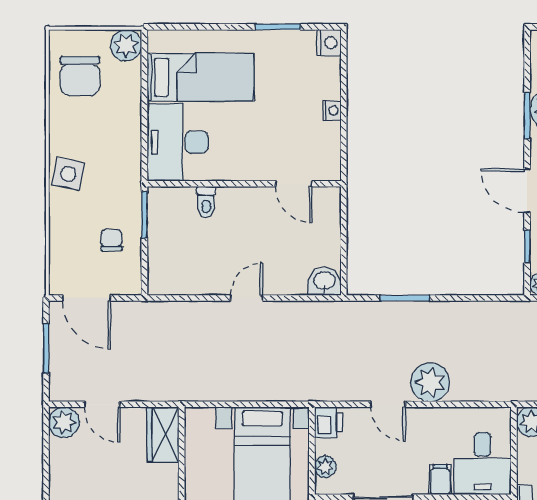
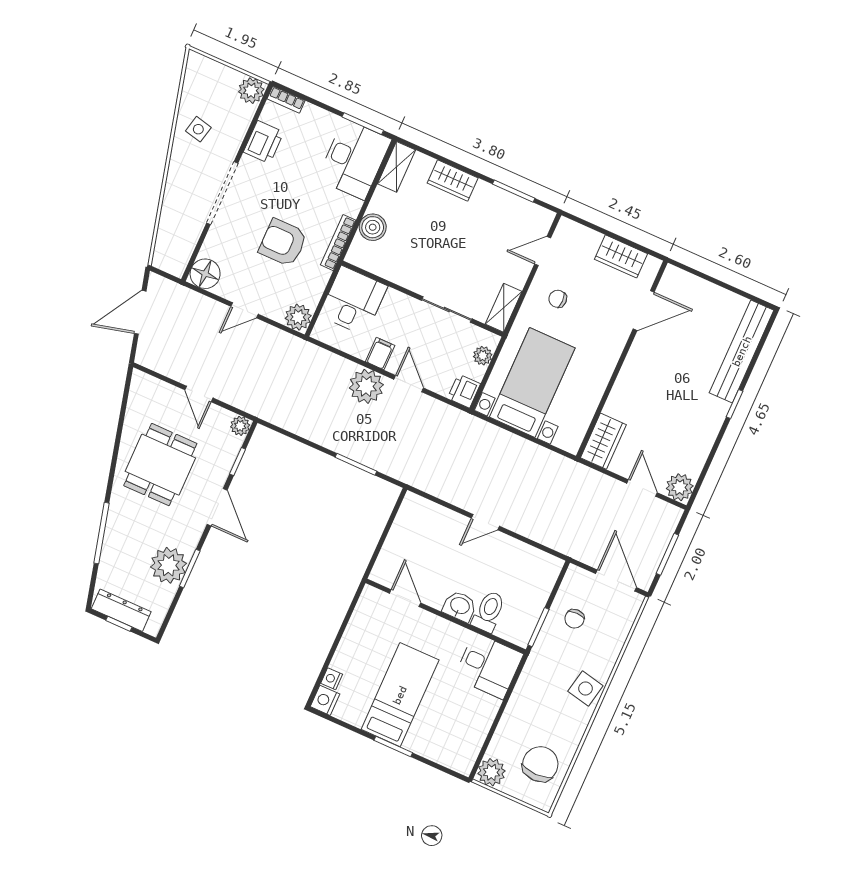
window: (278, 27) -> (393, 746), moved
bed: (200, 77) -> (400, 695), moved, turned 90
nightstand: (332, 111) -> (332, 679), moved
desk: (178, 142) -> (489, 666), width x0.73
toilet: (206, 202) -> (489, 612), width x1.37, depth x1.39
washbasin: (325, 281) -> (460, 606), moved, turned 180
filing cabinet: (440, 480) -> (380, 354), moved, turned 180

